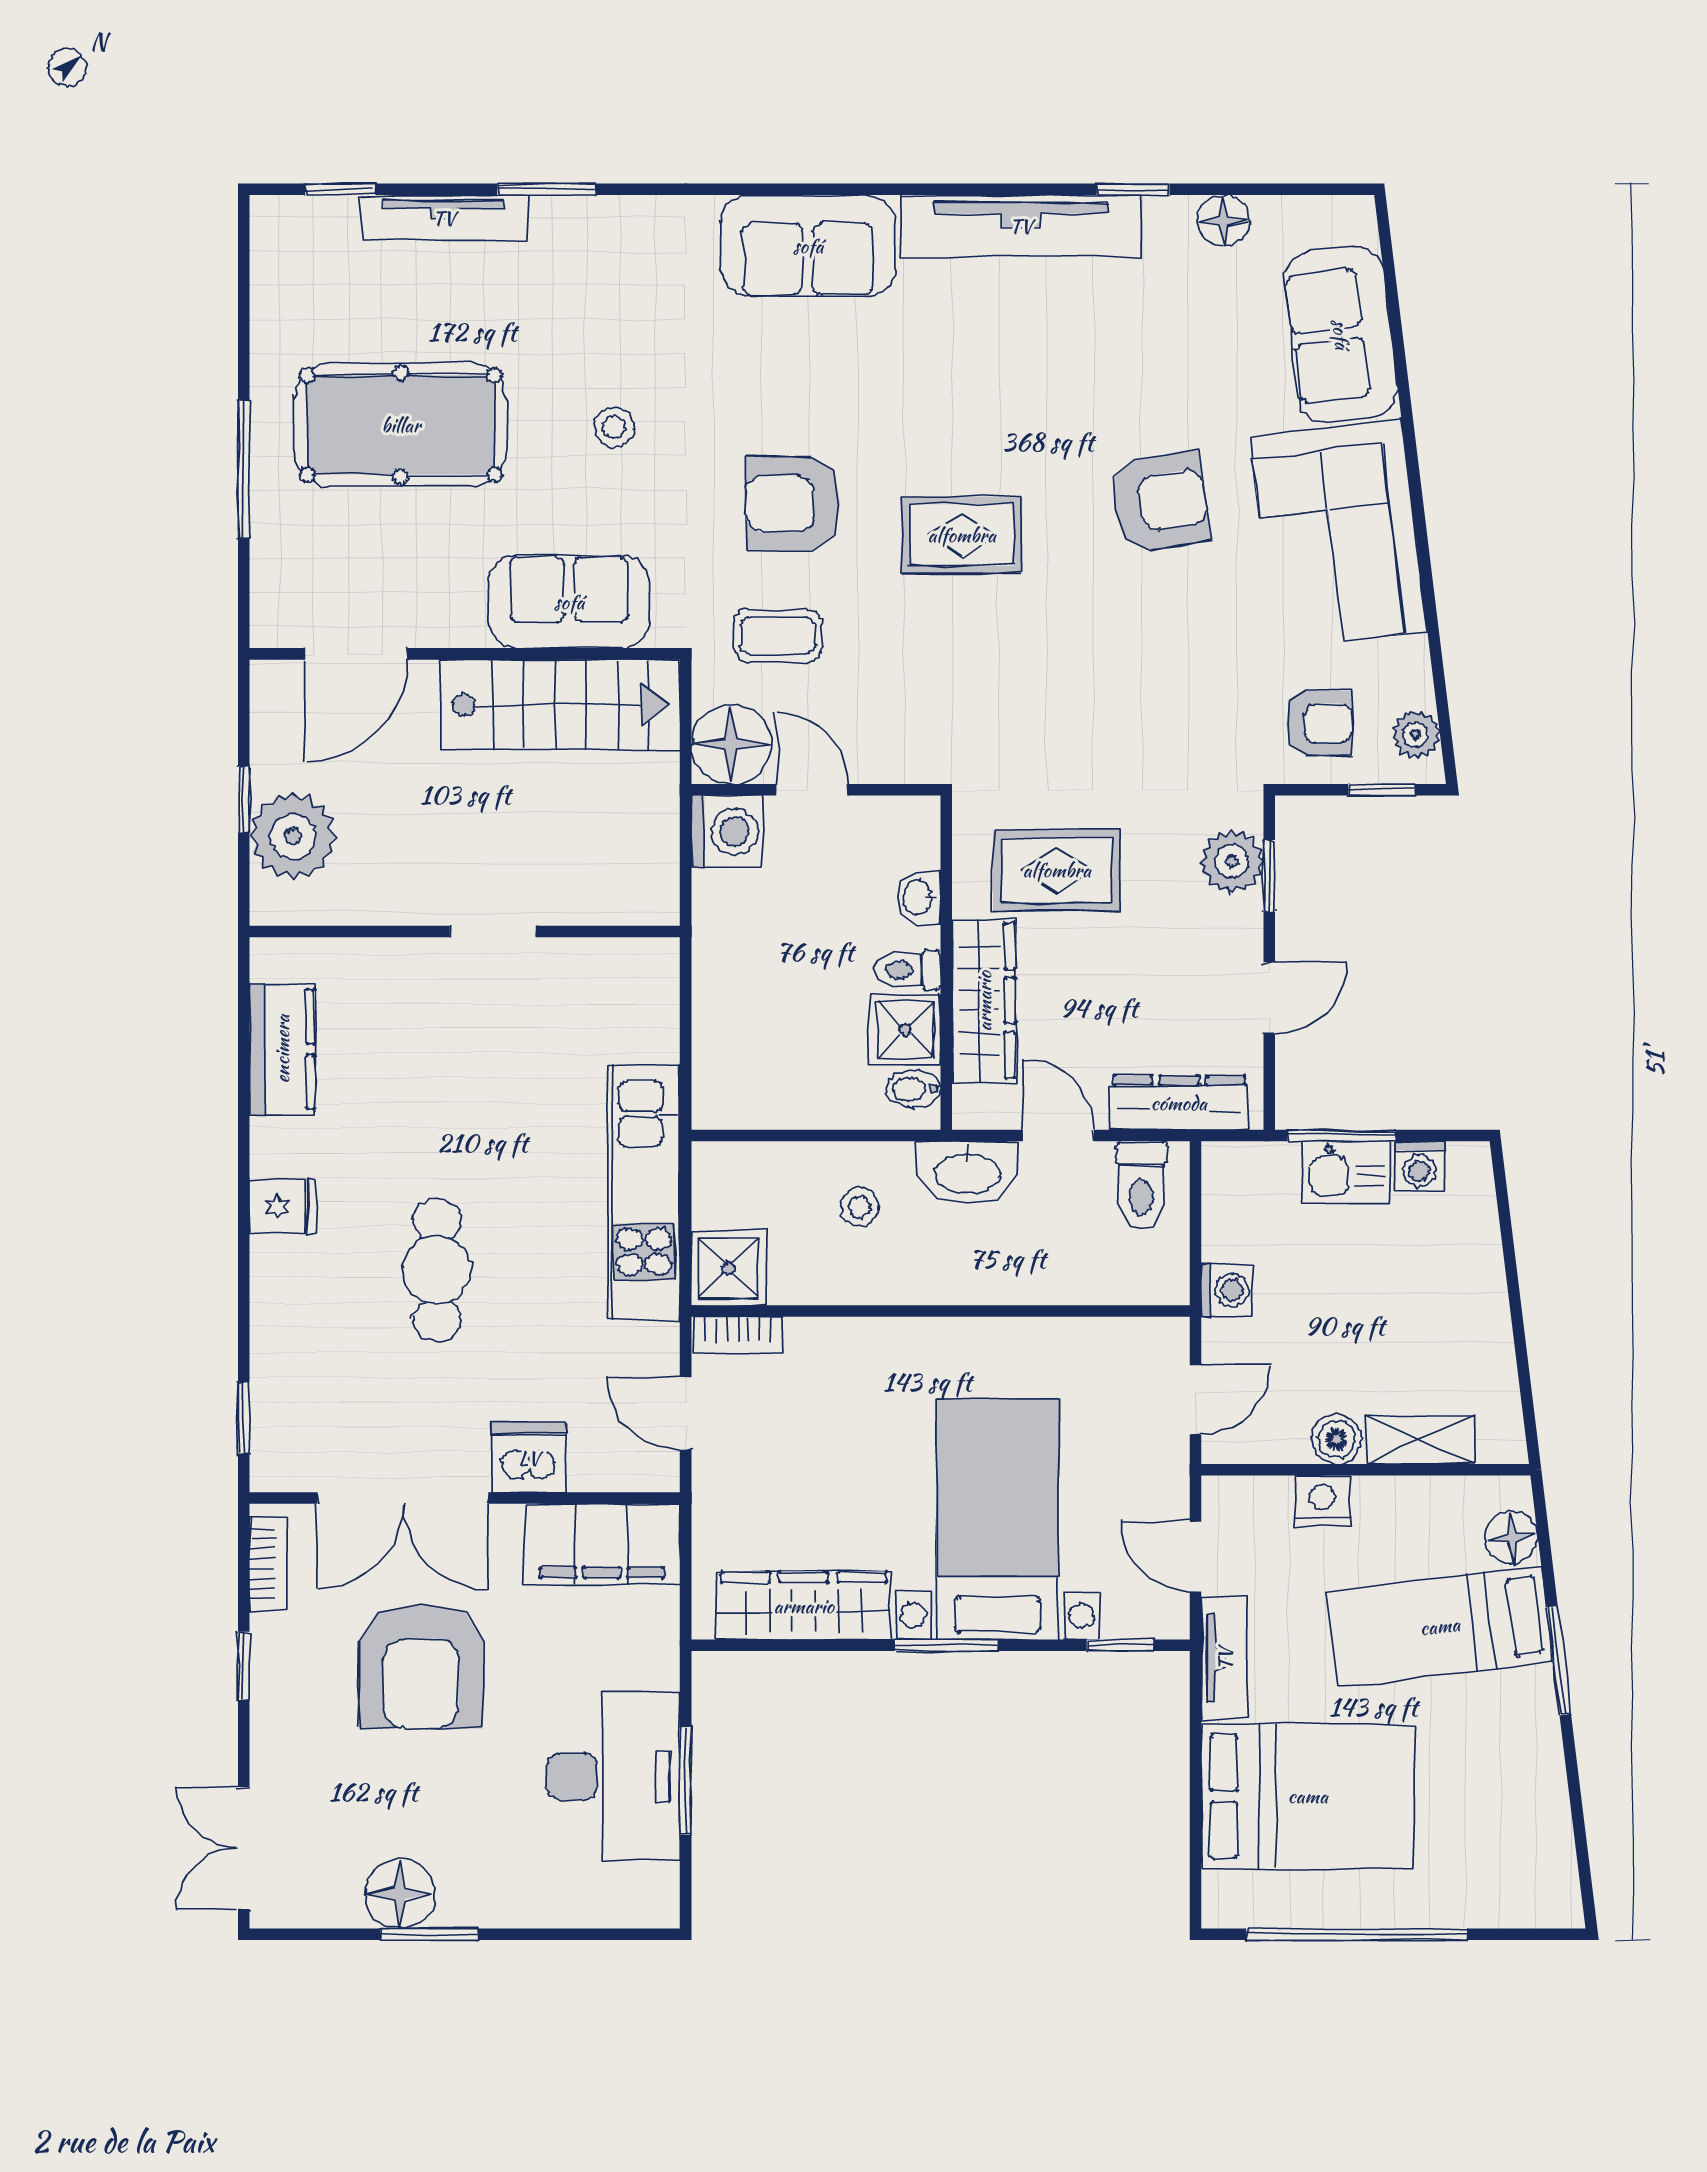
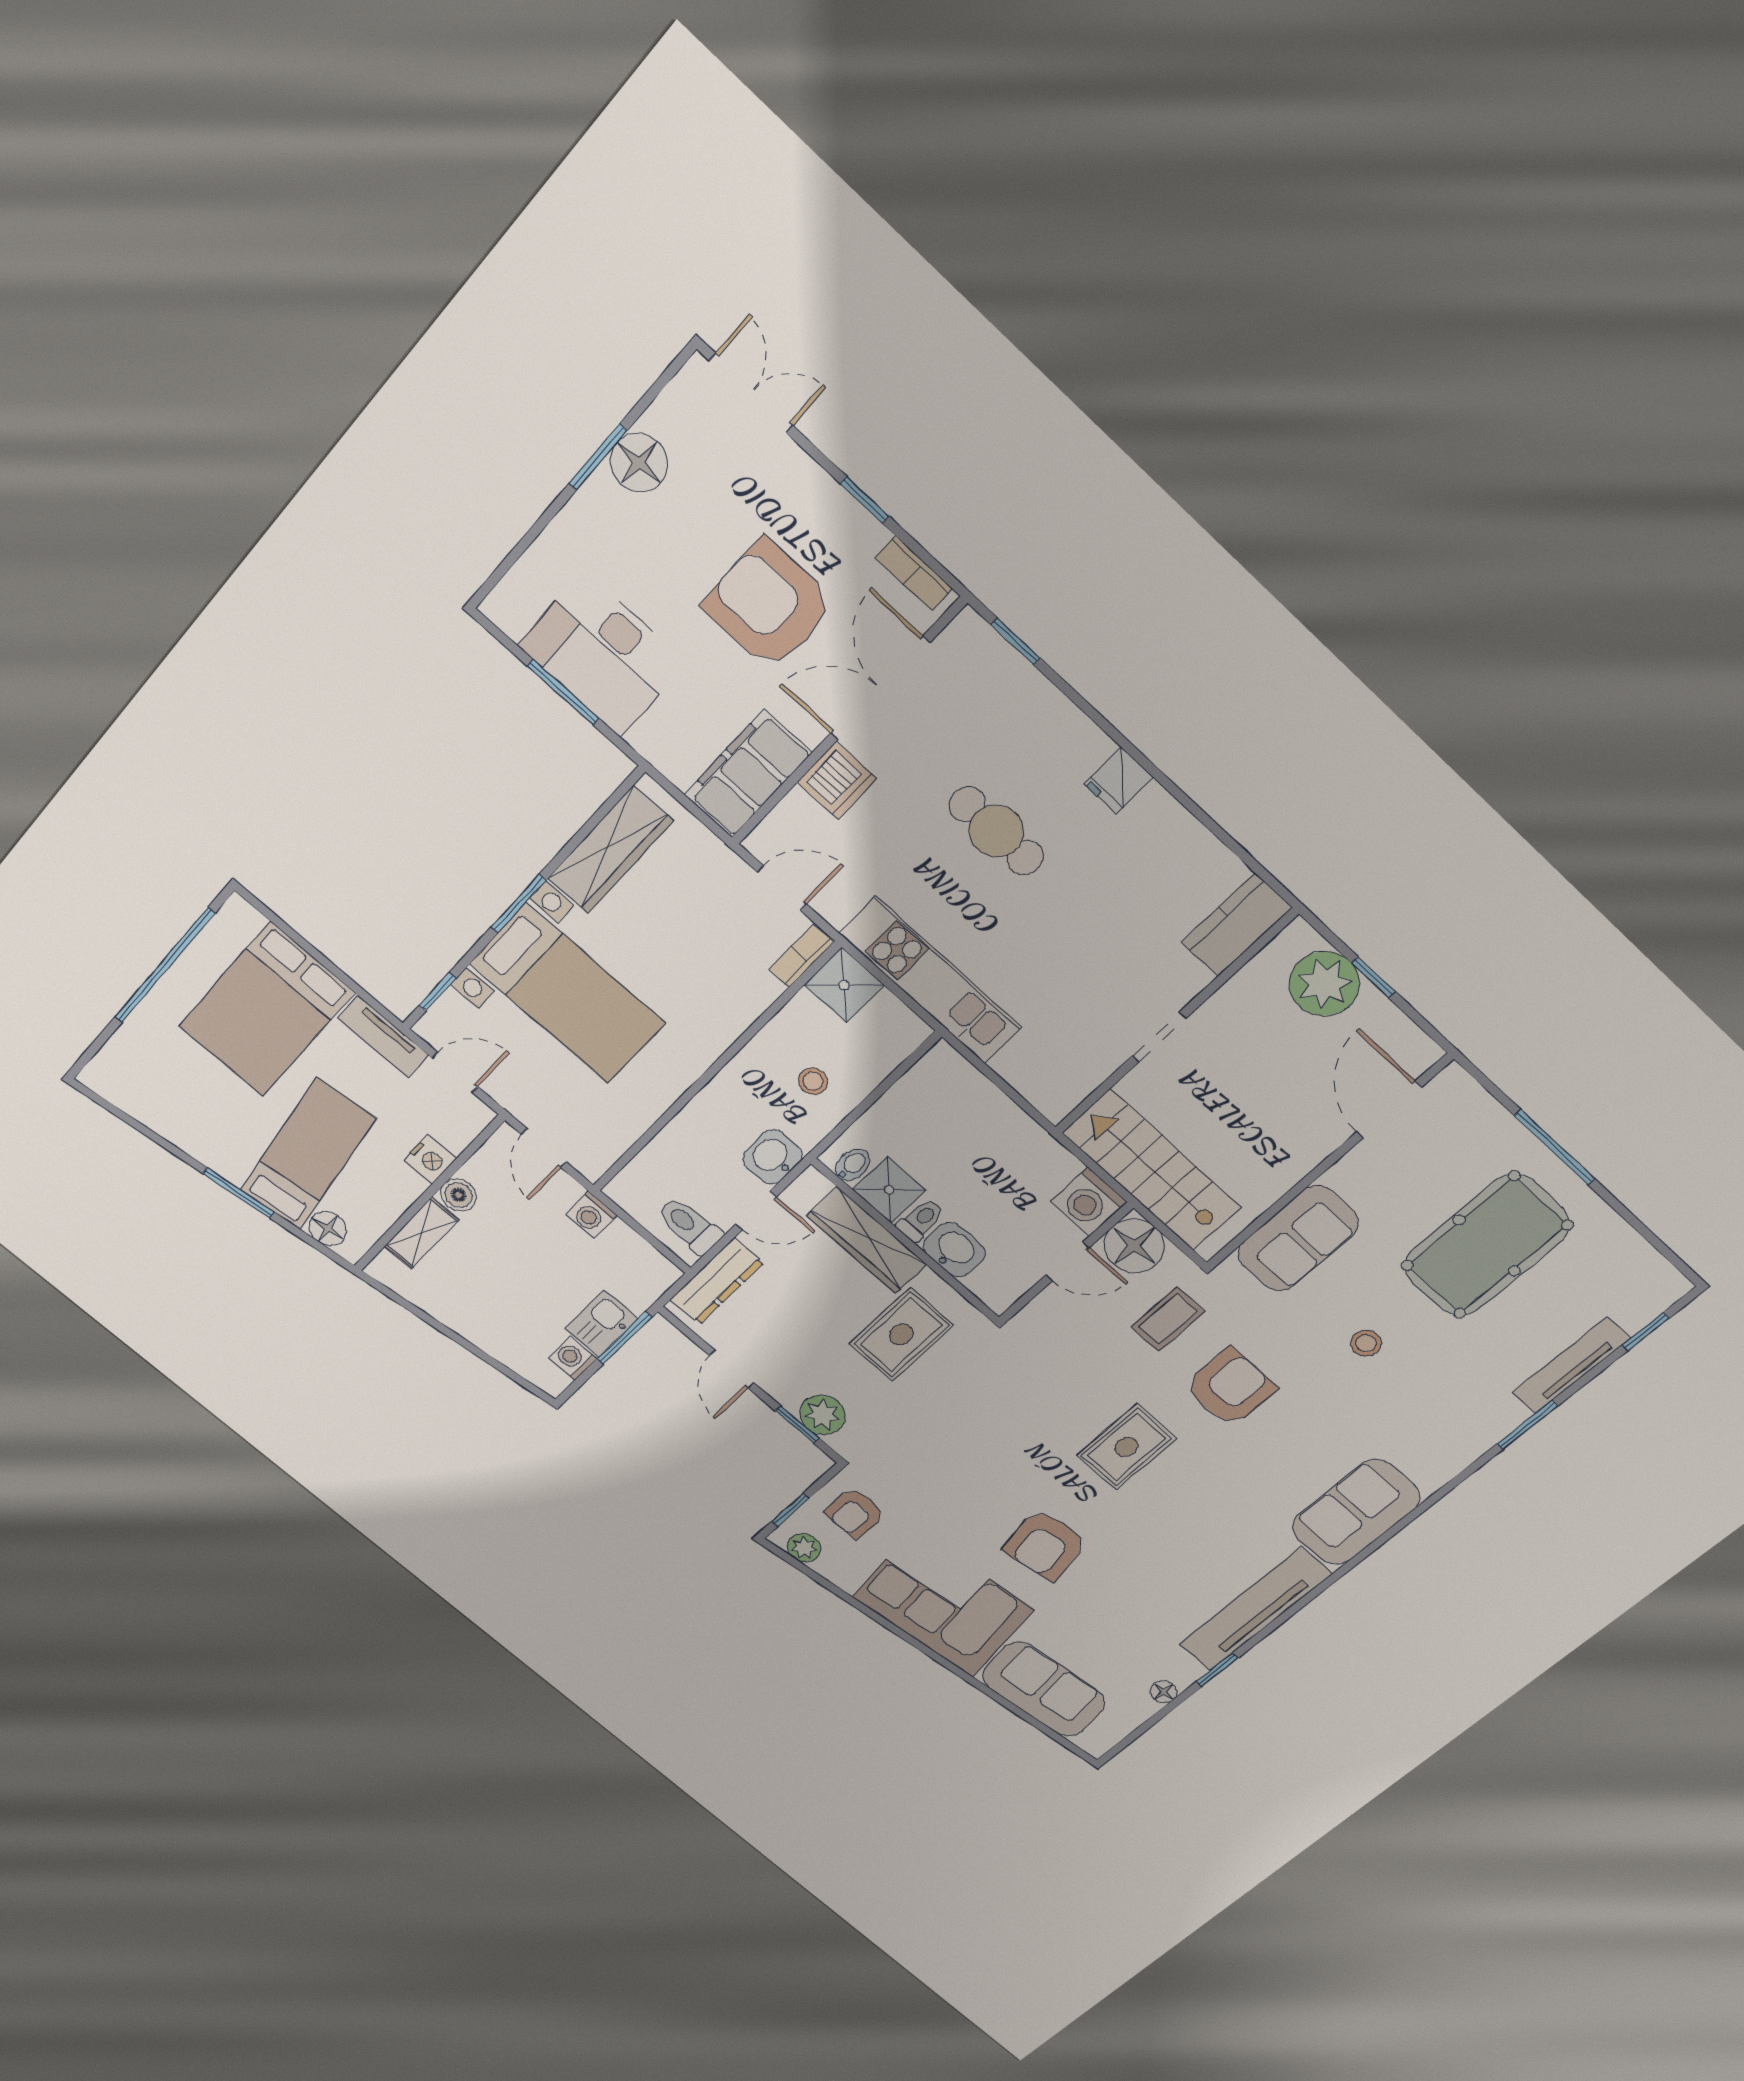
floor lamp: (1224, 221) -> (1164, 1692), width x0.73, depth x0.73
stairs: (560, 705) -> (1152, 1170), moved, turned 90
washbasin: (919, 898) -> (954, 1250), width x1.38, depth x1.45
kitchen counter: (282, 1049) -> (1237, 925), moved, turned 90
washbasin: (967, 1172) -> (773, 1157), width x0.72

